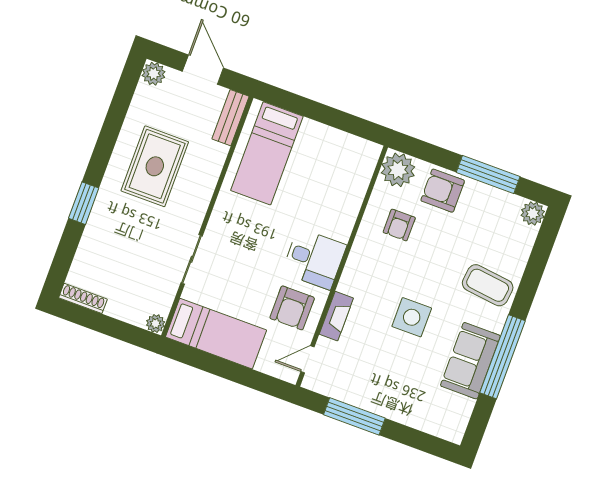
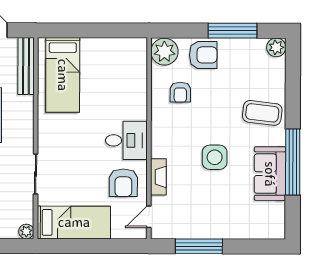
bench: (230, 118) -> (26, 66), width x1.36
armchair: (443, 191) -> (203, 55), turned 180

